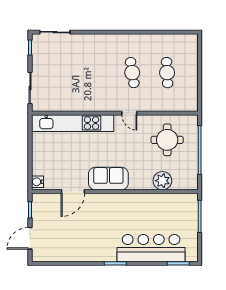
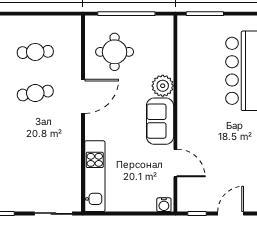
door: (129, 113) -> (83, 96), width x1.87
kitchen unit: (73, 123) -> (95, 176), width x0.73
plant: (162, 181) -> (163, 86), moved
door: (30, 238) -> (231, 213), swing flipped

